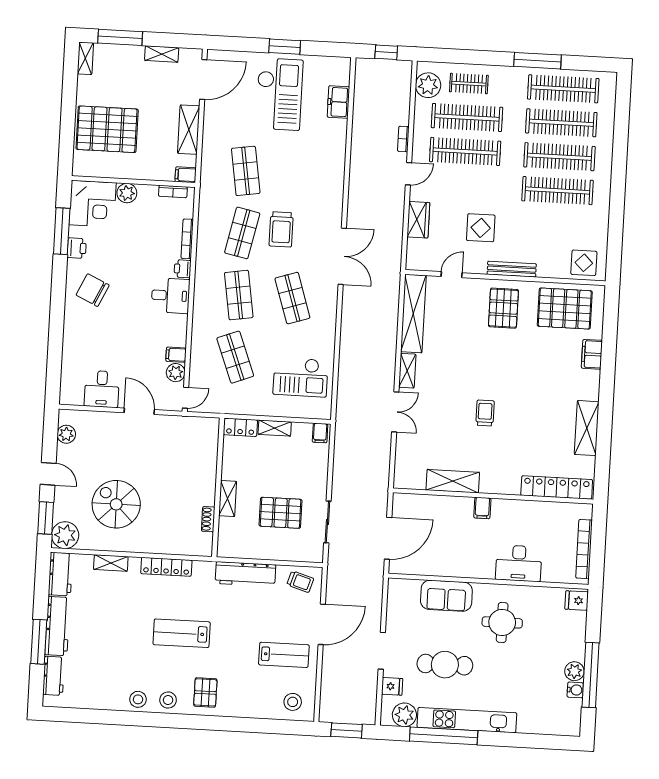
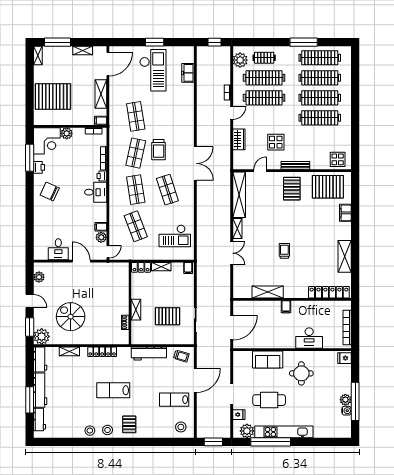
lab bench: (284, 655) -> (174, 400), turned 180

